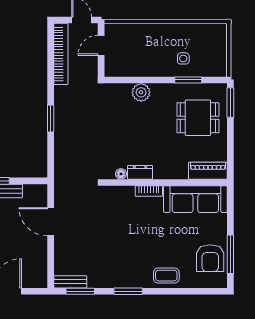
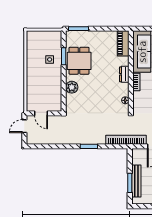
bookcase: (61, 54) -> (126, 140), moved
dining table: (198, 118) -> (79, 61), moved
dresser: (140, 172) -> (124, 74), moved

